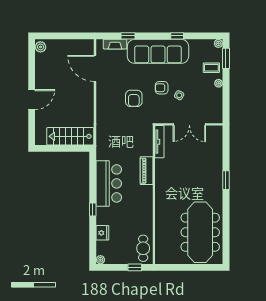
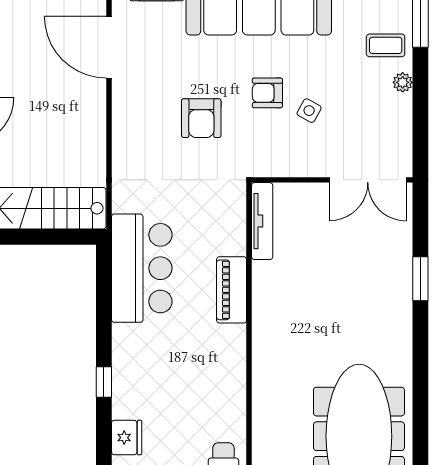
double door: (189, 124) -> (368, 180), moved
window: (226, 180) -> (420, 279), moved
bar counter: (109, 183) -> (142, 268), moved

